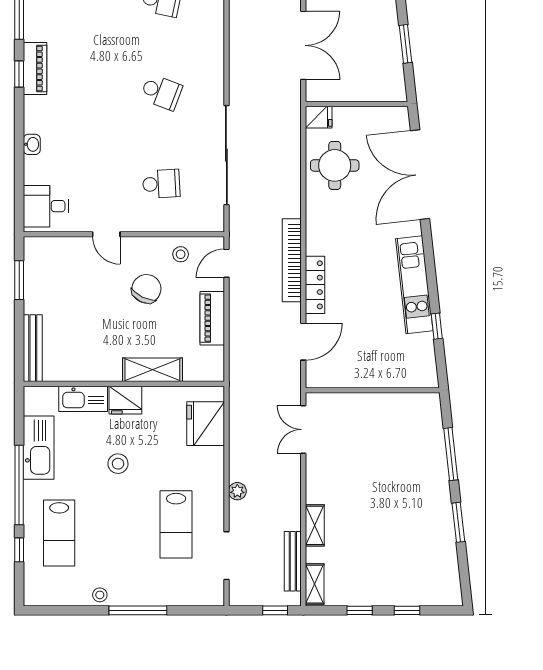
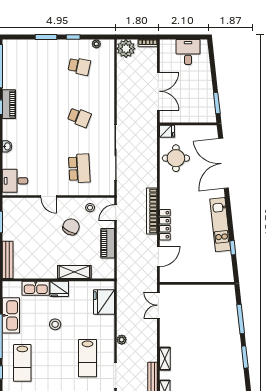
window: (406, 44) -> (217, 103), moved
school desk: (161, 184) -> (79, 168), width x1.85

